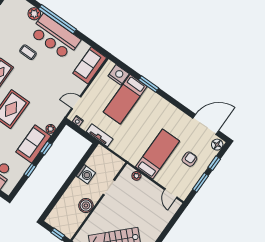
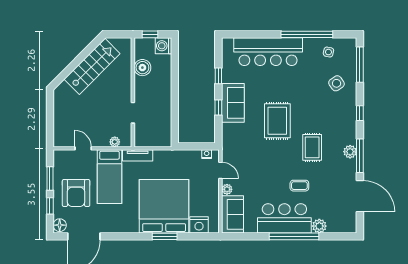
bed: (125, 99) -> (164, 206), width x2.04
door: (76, 103) -> (220, 170), hinge flipped
plant: (51, 129) -> (227, 189), moved
tv unit: (100, 135) -> (138, 155), moved
armchair: (189, 159) -> (76, 193), width x1.88, depth x1.88
washing machine: (86, 174) -> (163, 46), moved
door: (171, 193) -> (83, 148), moved
boiler: (86, 205) -> (142, 68), moved

